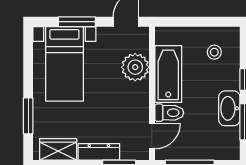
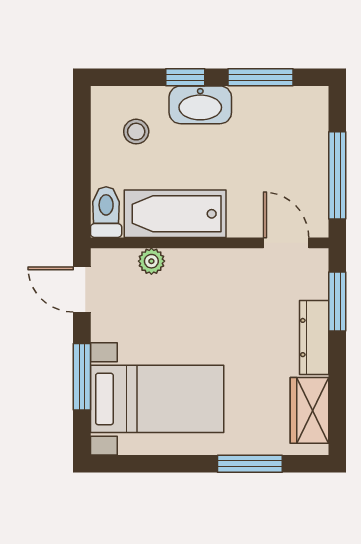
plant: (135, 67) -> (151, 261), width x0.53, depth x0.53
washbasin: (229, 108) -> (200, 105), moved
toilet: (169, 113) -> (106, 212), moved

